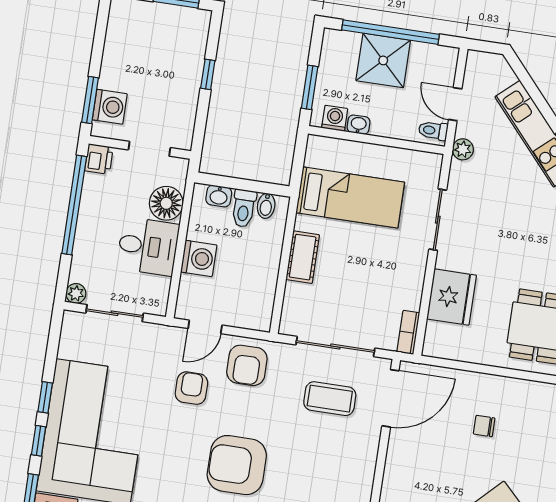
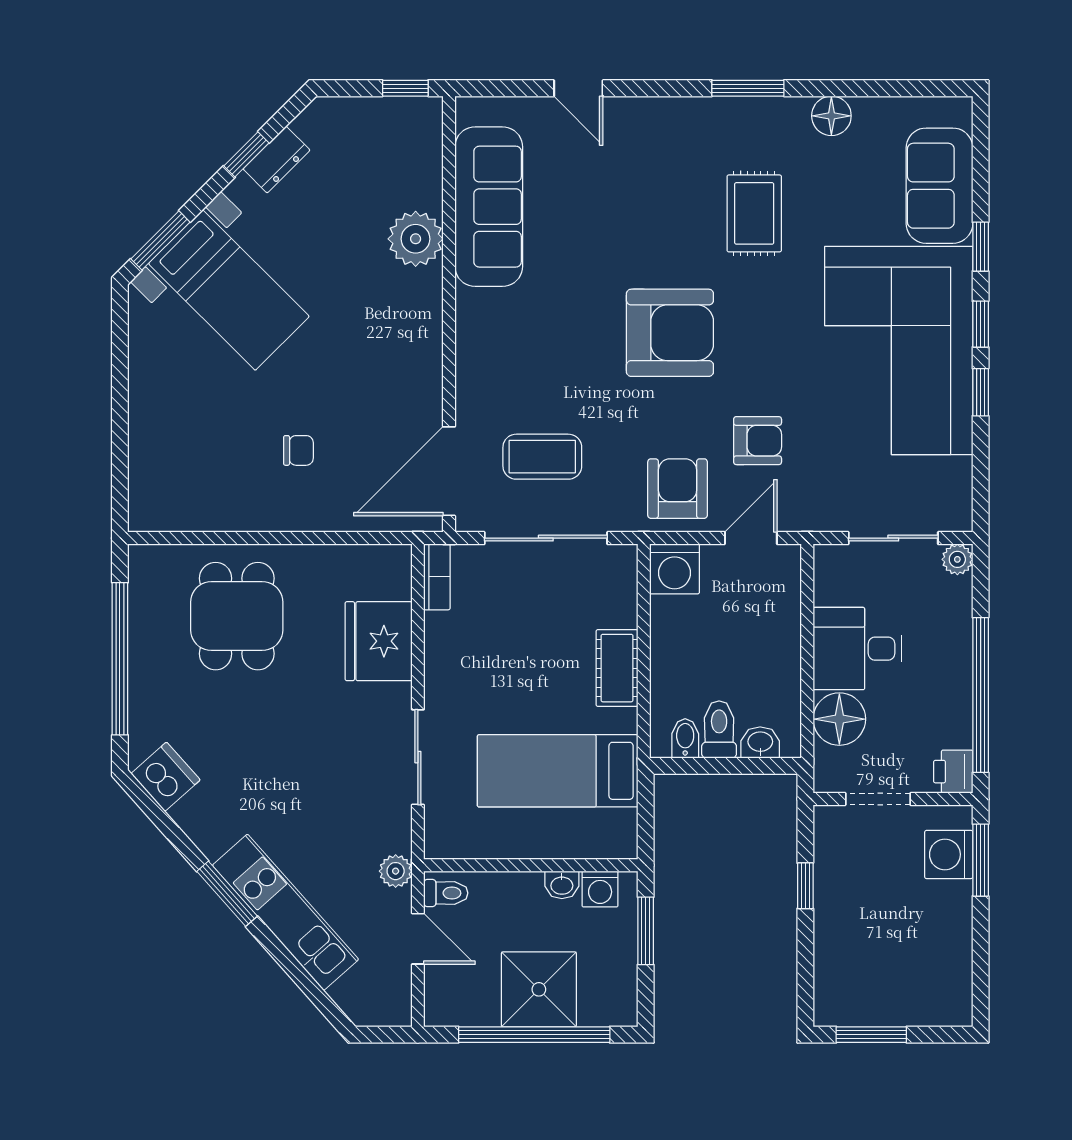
window: (208, 74) -> (805, 886), moved
washing machine: (199, 258) -> (674, 569), moved, turned -90
armchair: (191, 388) -> (758, 441), turned -90

